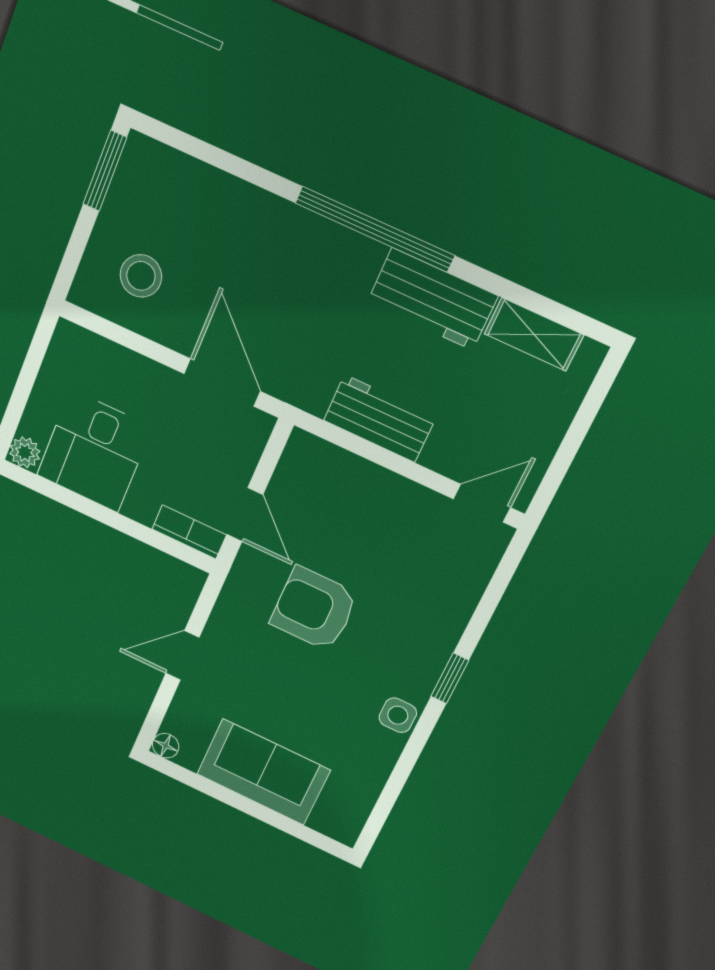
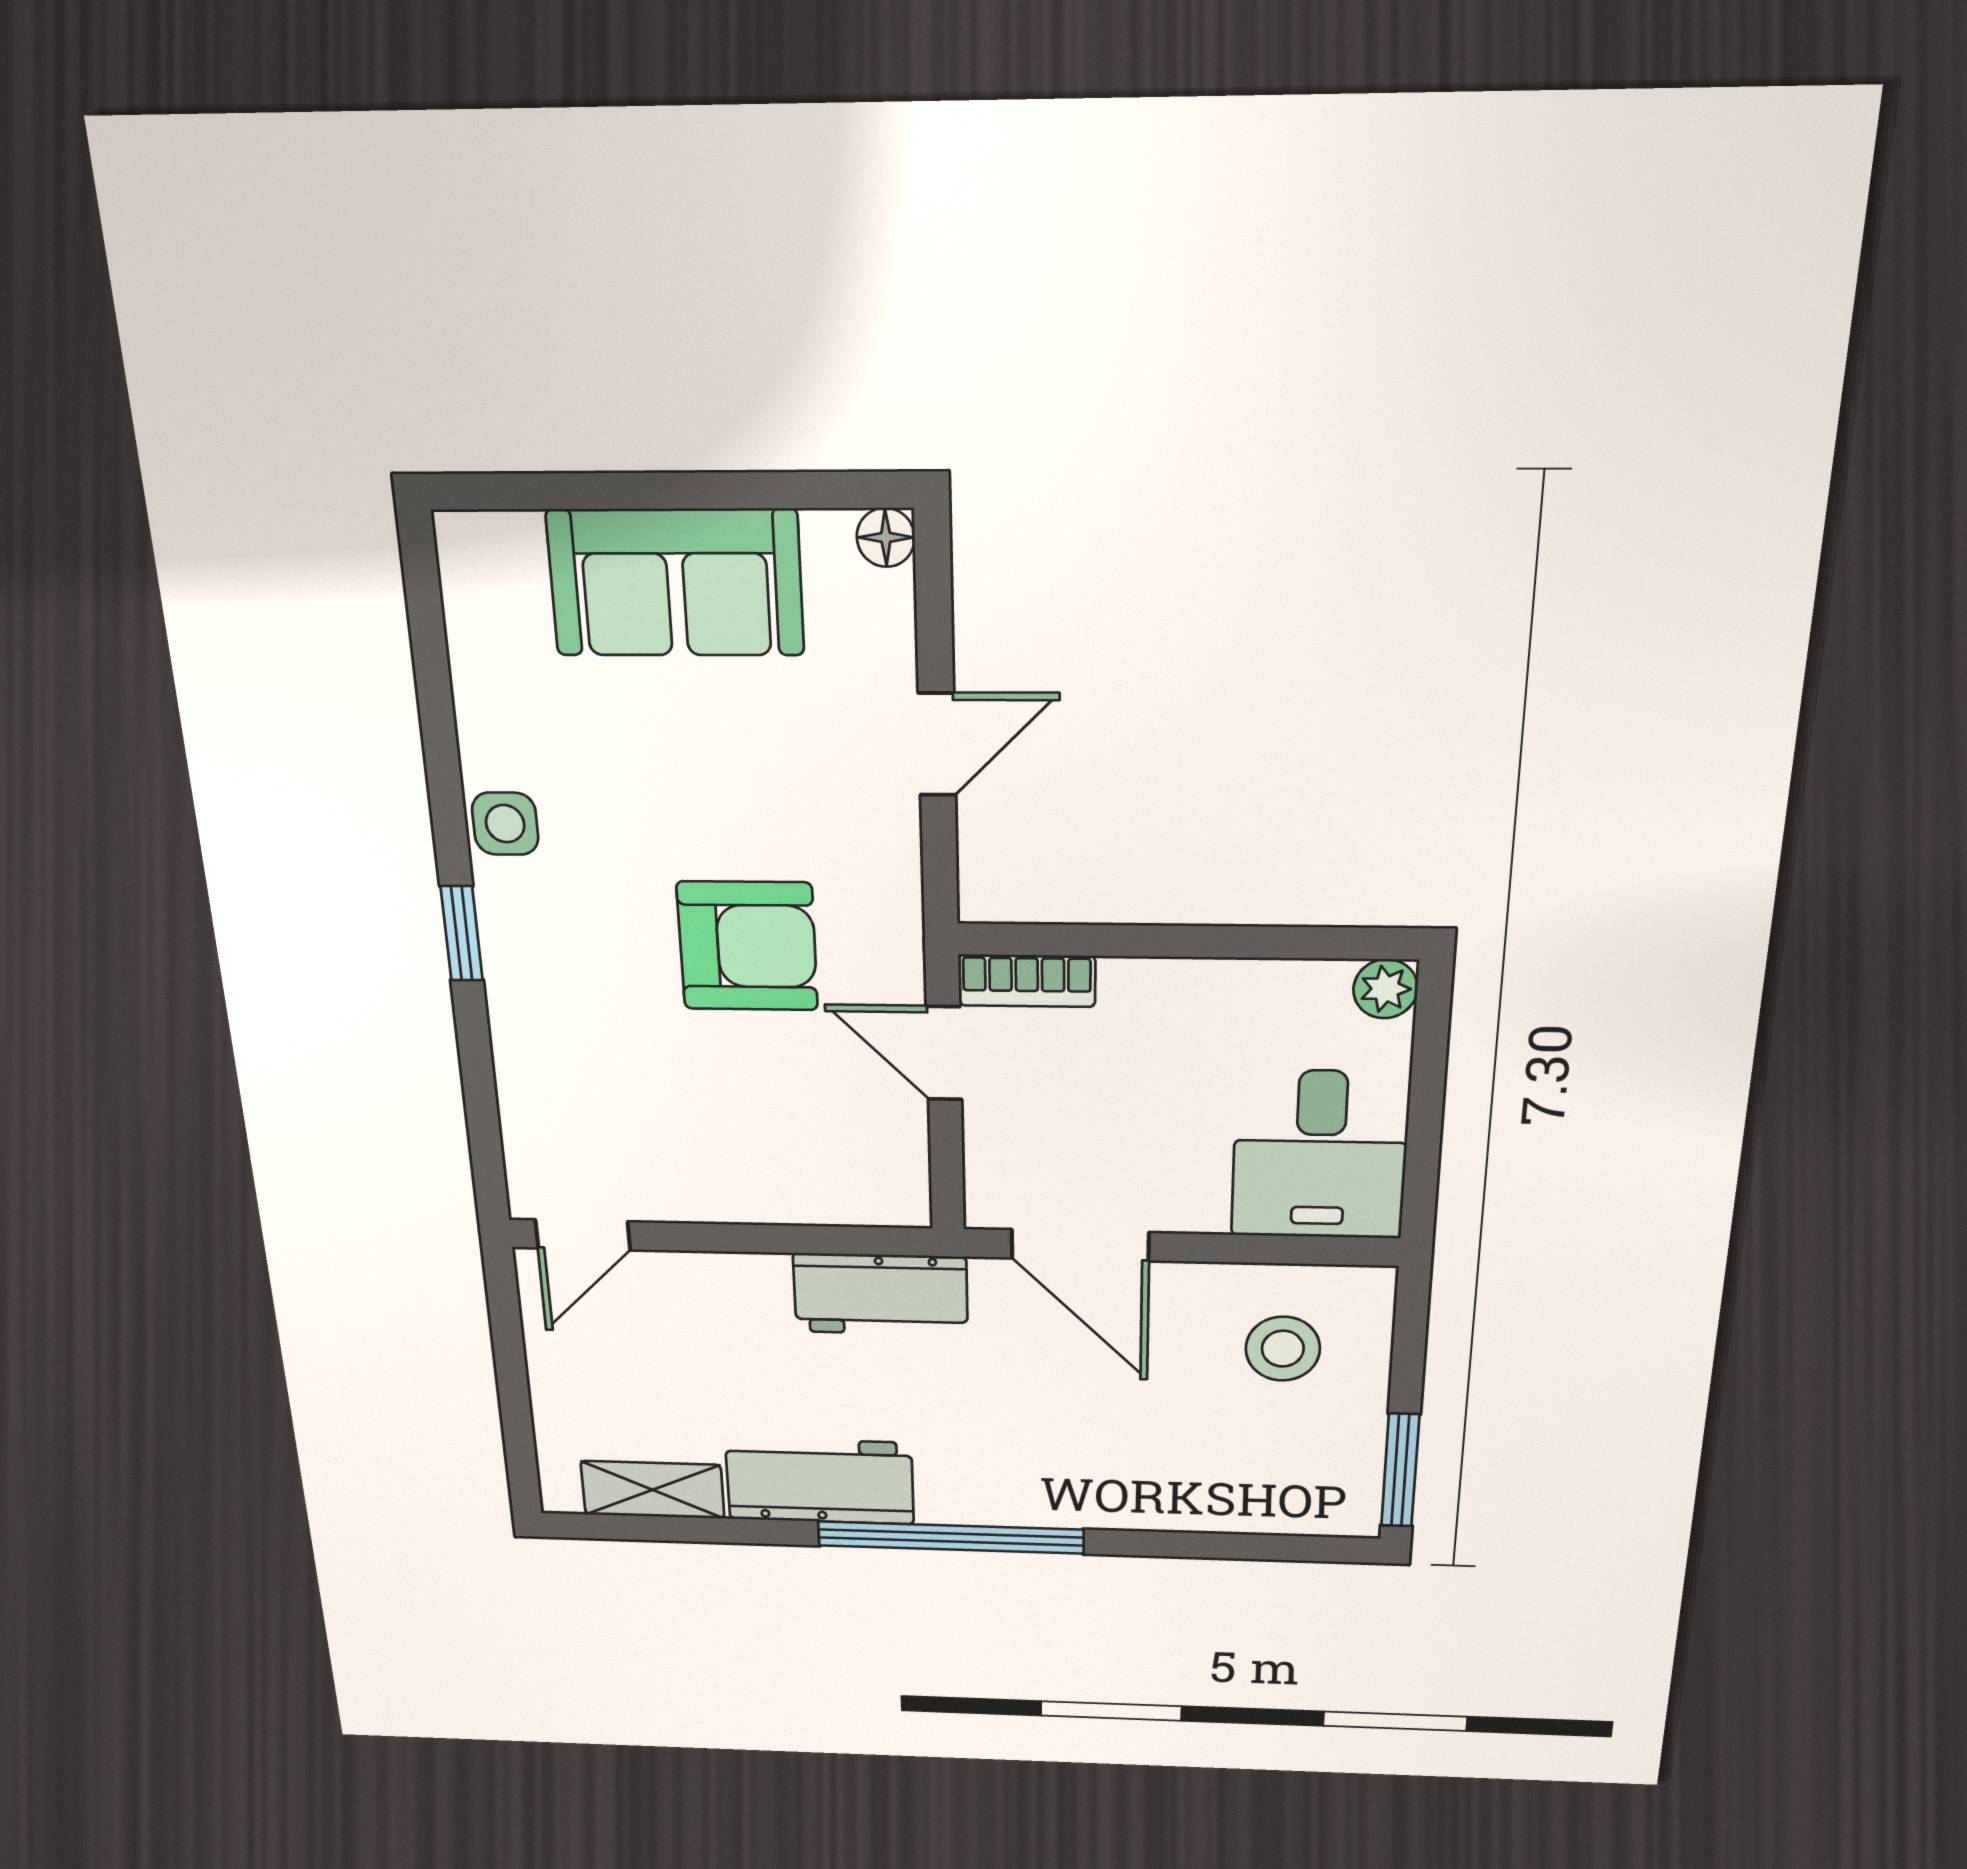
workbench: (380, 419) -> (881, 1294), moved
desk: (94, 451) -> (1320, 1155), moved, turned 180

